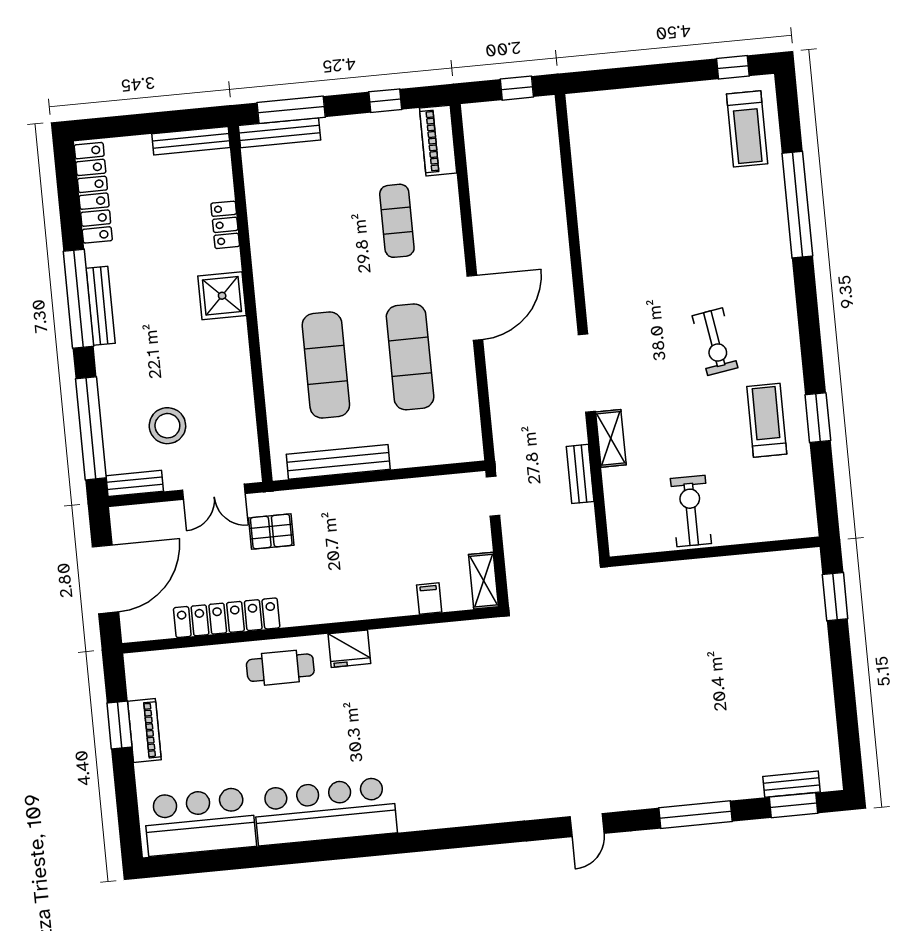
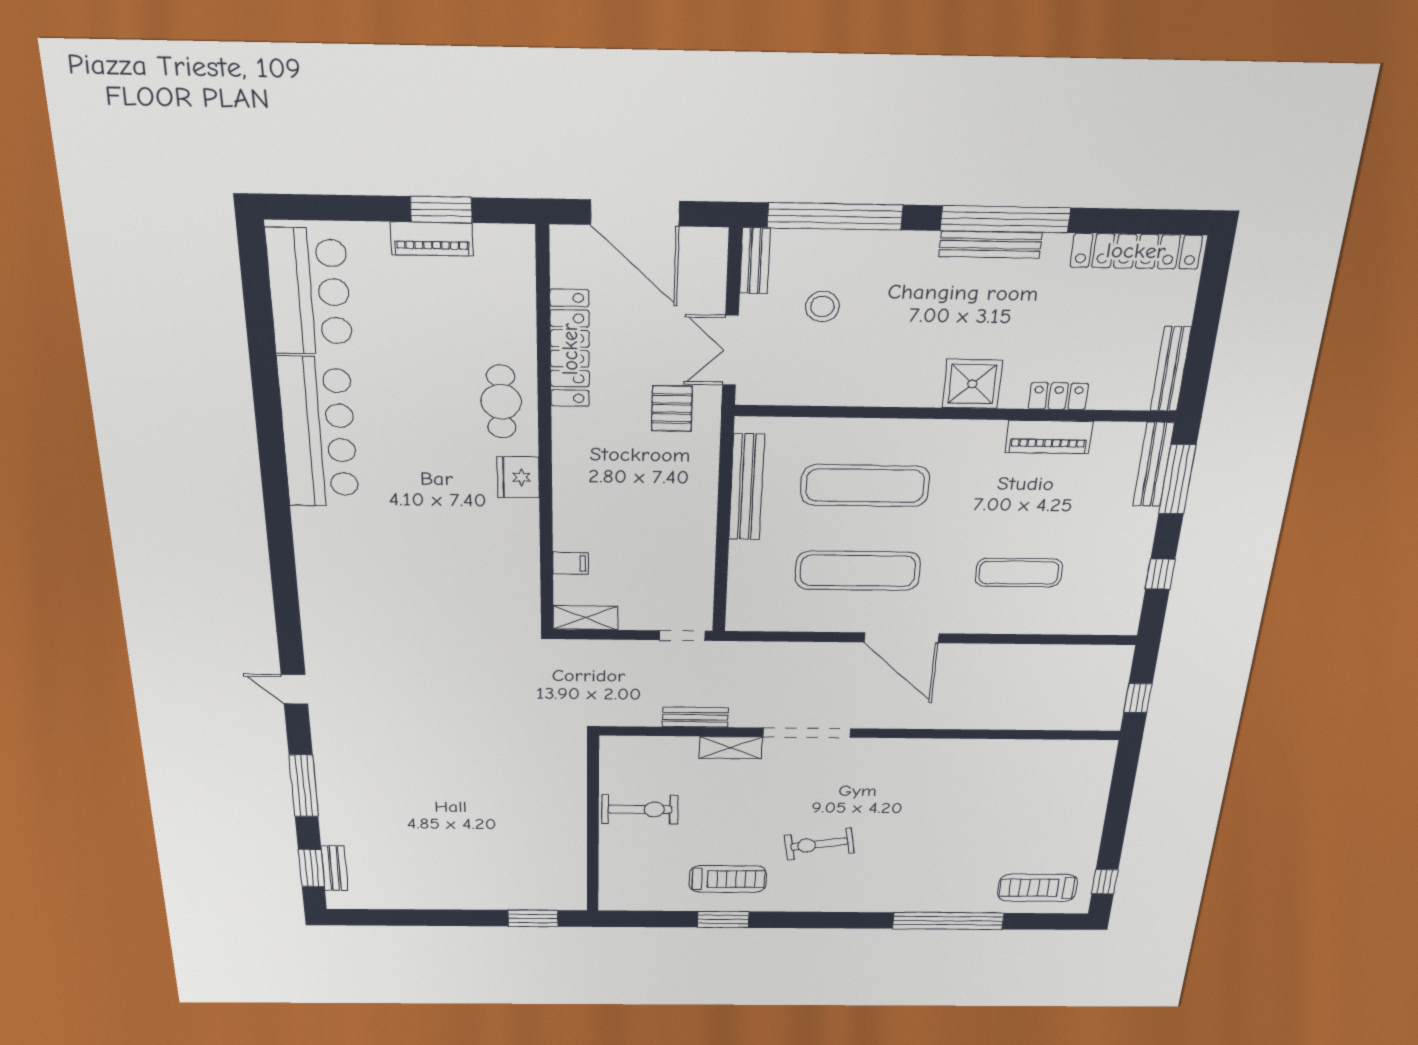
piano: (438, 141) -> (1049, 437), moved, turned 180
stool: (167, 426) -> (822, 306), width x0.73, depth x0.73

